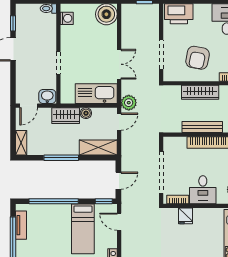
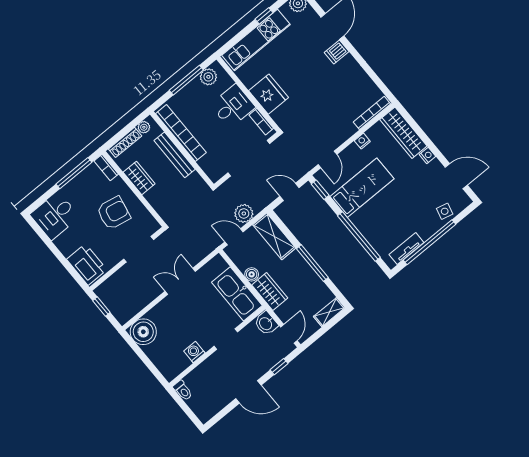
washing machine: (67, 18) -> (194, 352), moved
window: (13, 23) -> (279, 367), moved
wardrobe: (200, 92) -> (139, 178), width x0.67
kitchen sink: (96, 94) -> (237, 294), moved
plant: (129, 103) -> (244, 213), moved
door: (29, 106) -> (289, 334), hinge flipped
fridge: (186, 216) -> (269, 94), width x1.88, depth x1.34

